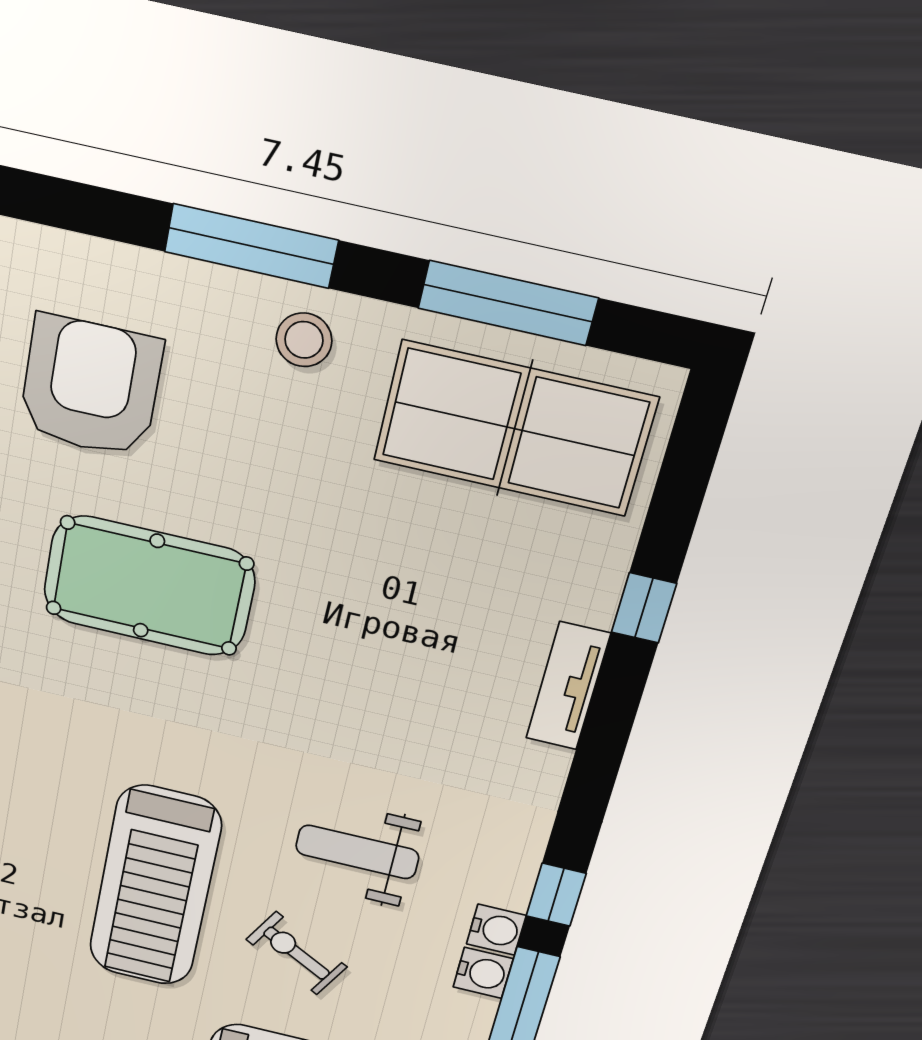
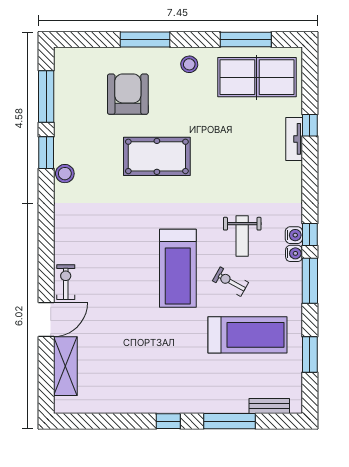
window: (251, 246) -> (145, 39), moved
tv unit: (568, 686) -> (294, 139), moved
weight bench: (357, 852) -> (242, 236), turned -90
water cooler: (483, 973) -> (294, 235), moved

